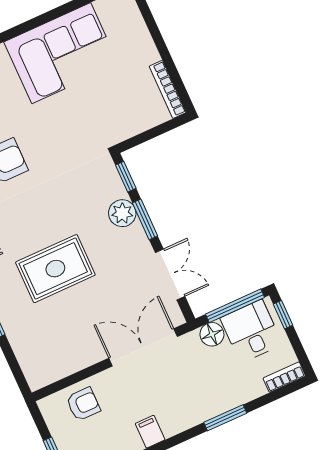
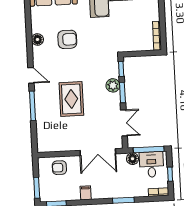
rug: (55, 269) -> (71, 99), turned 90
window: (283, 315) -> (170, 174), moved
double door: (143, 347) -> (98, 152), swing flipped
armchair: (83, 404) -> (59, 168), turned 180

